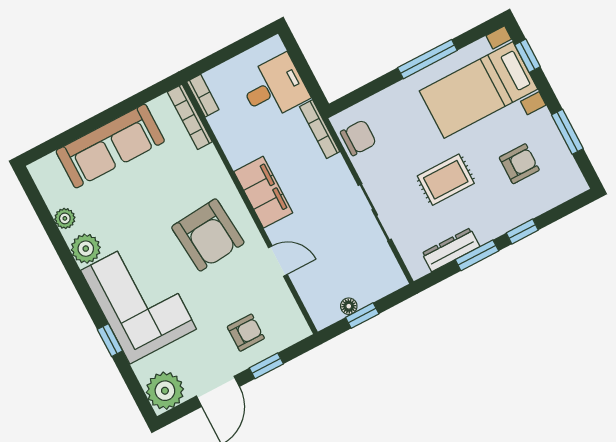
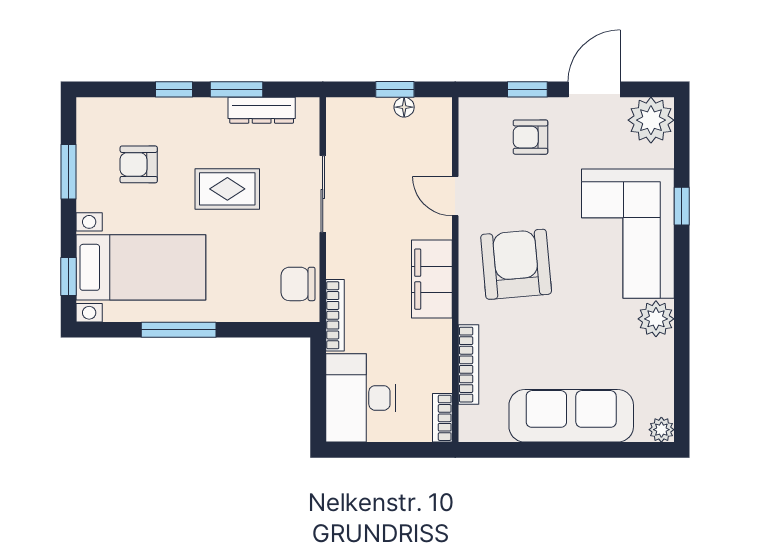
desk: (274, 88) -> (361, 398), width x1.37
bookcase: (190, 117) -> (469, 365), moved
plant: (65, 218) -> (661, 430), moved

